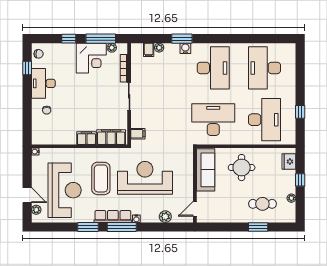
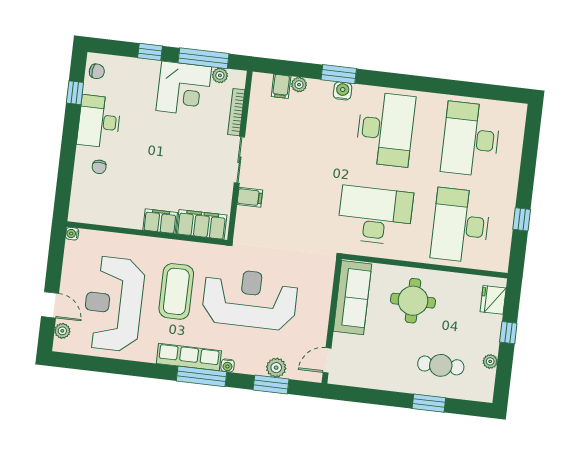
desk: (264, 120) -> (461, 225), turned 180
filing cabinet: (138, 134) -> (250, 197), moved
reception desk: (65, 190) -> (113, 304), turned 180
window: (88, 227) -> (271, 385), moved

